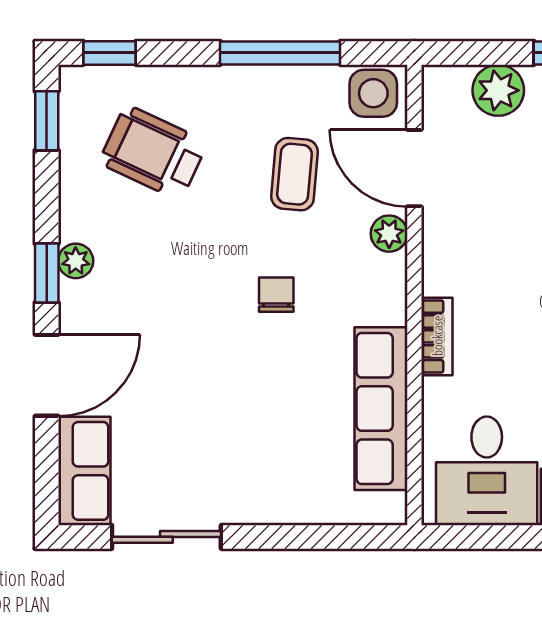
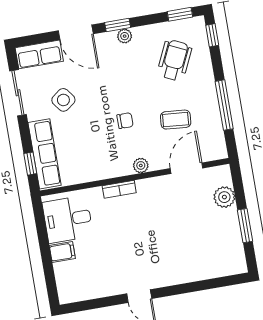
side table: (373, 93) -> (63, 100), moved, turned -37
plant: (389, 234) -> (141, 165), moved
row of seats: (381, 409) -> (45, 154), moved, turned 90
window: (339, 537) -> (30, 164), added

